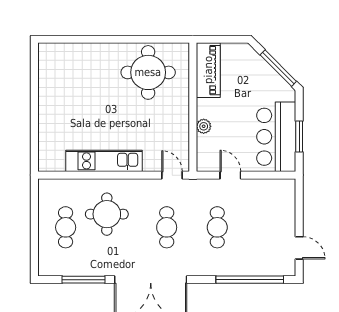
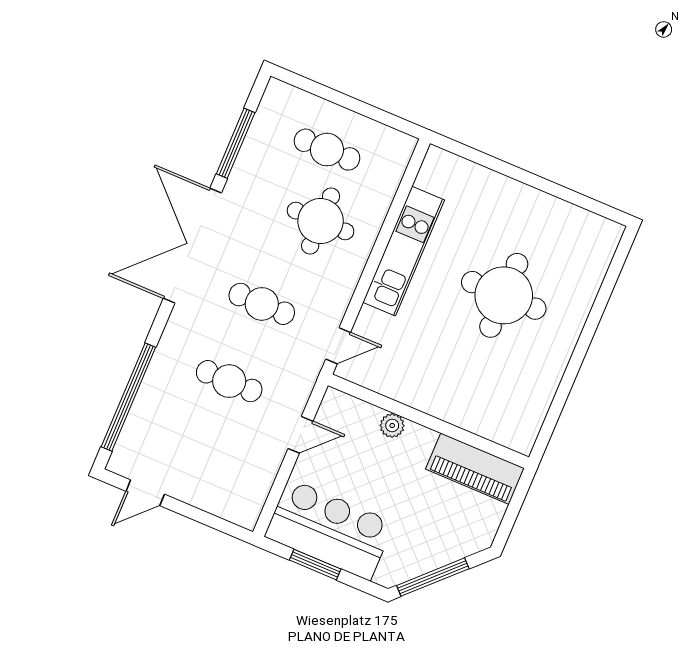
round table: (148, 72) -> (504, 295), moved

